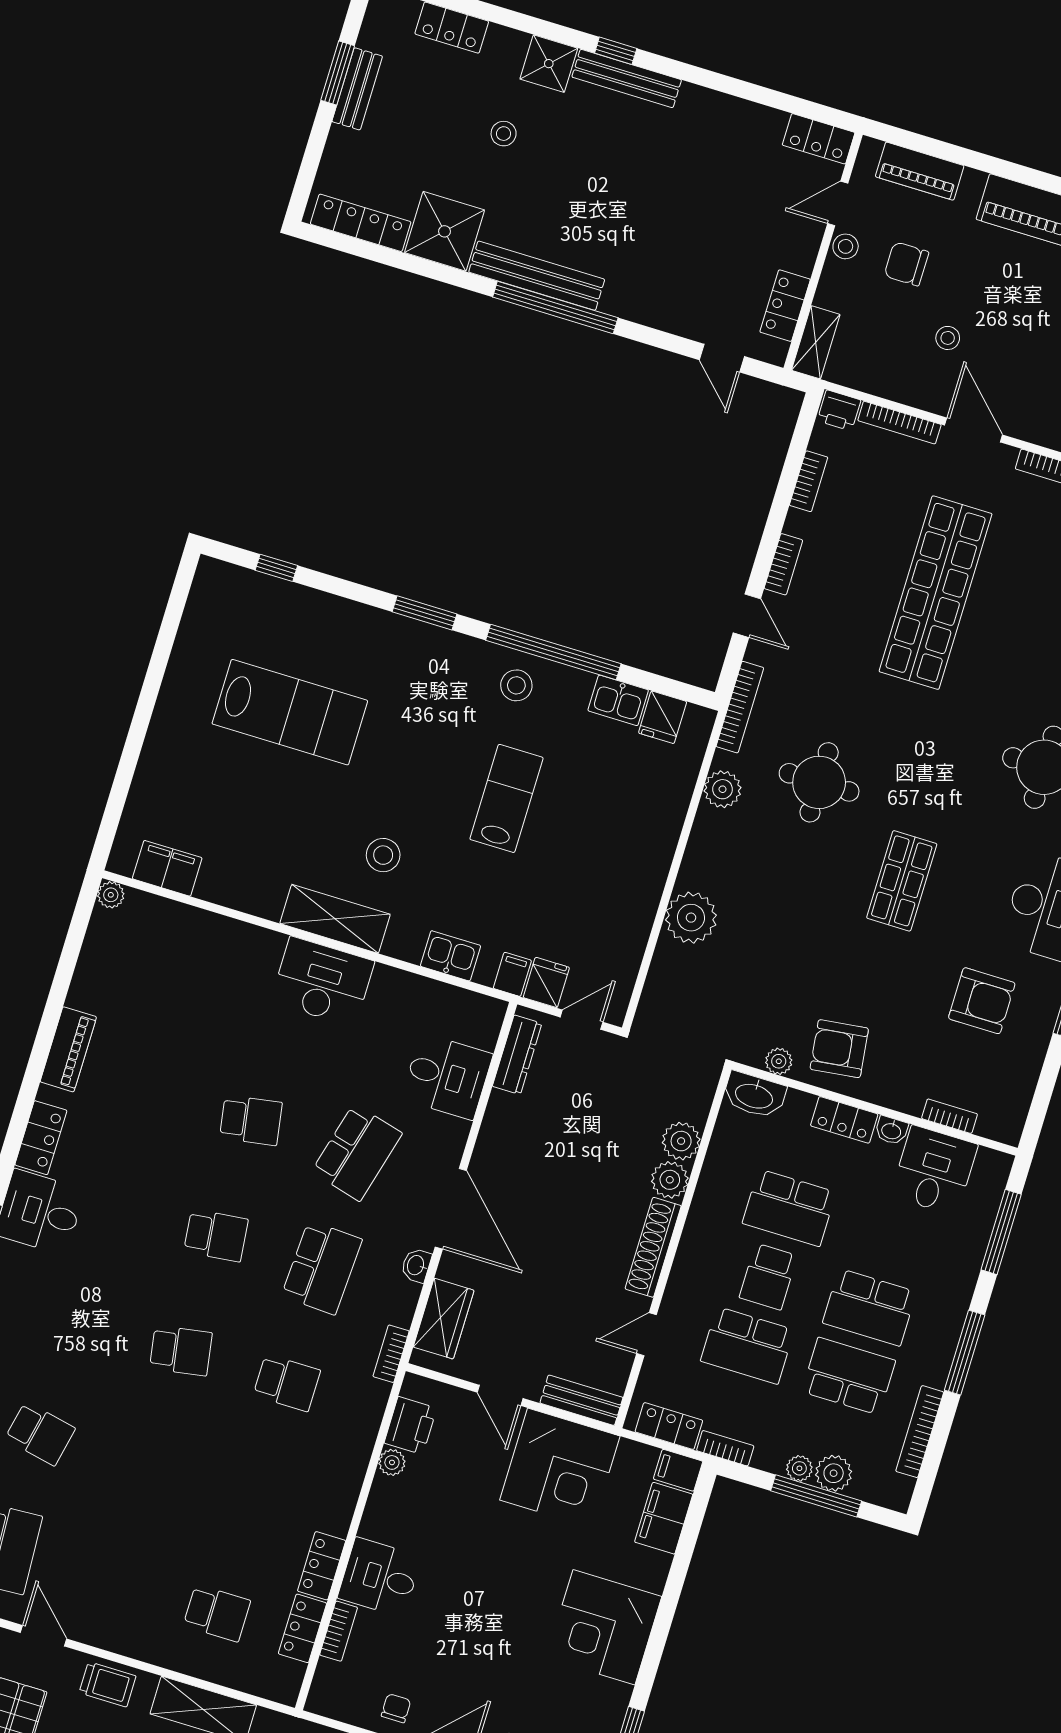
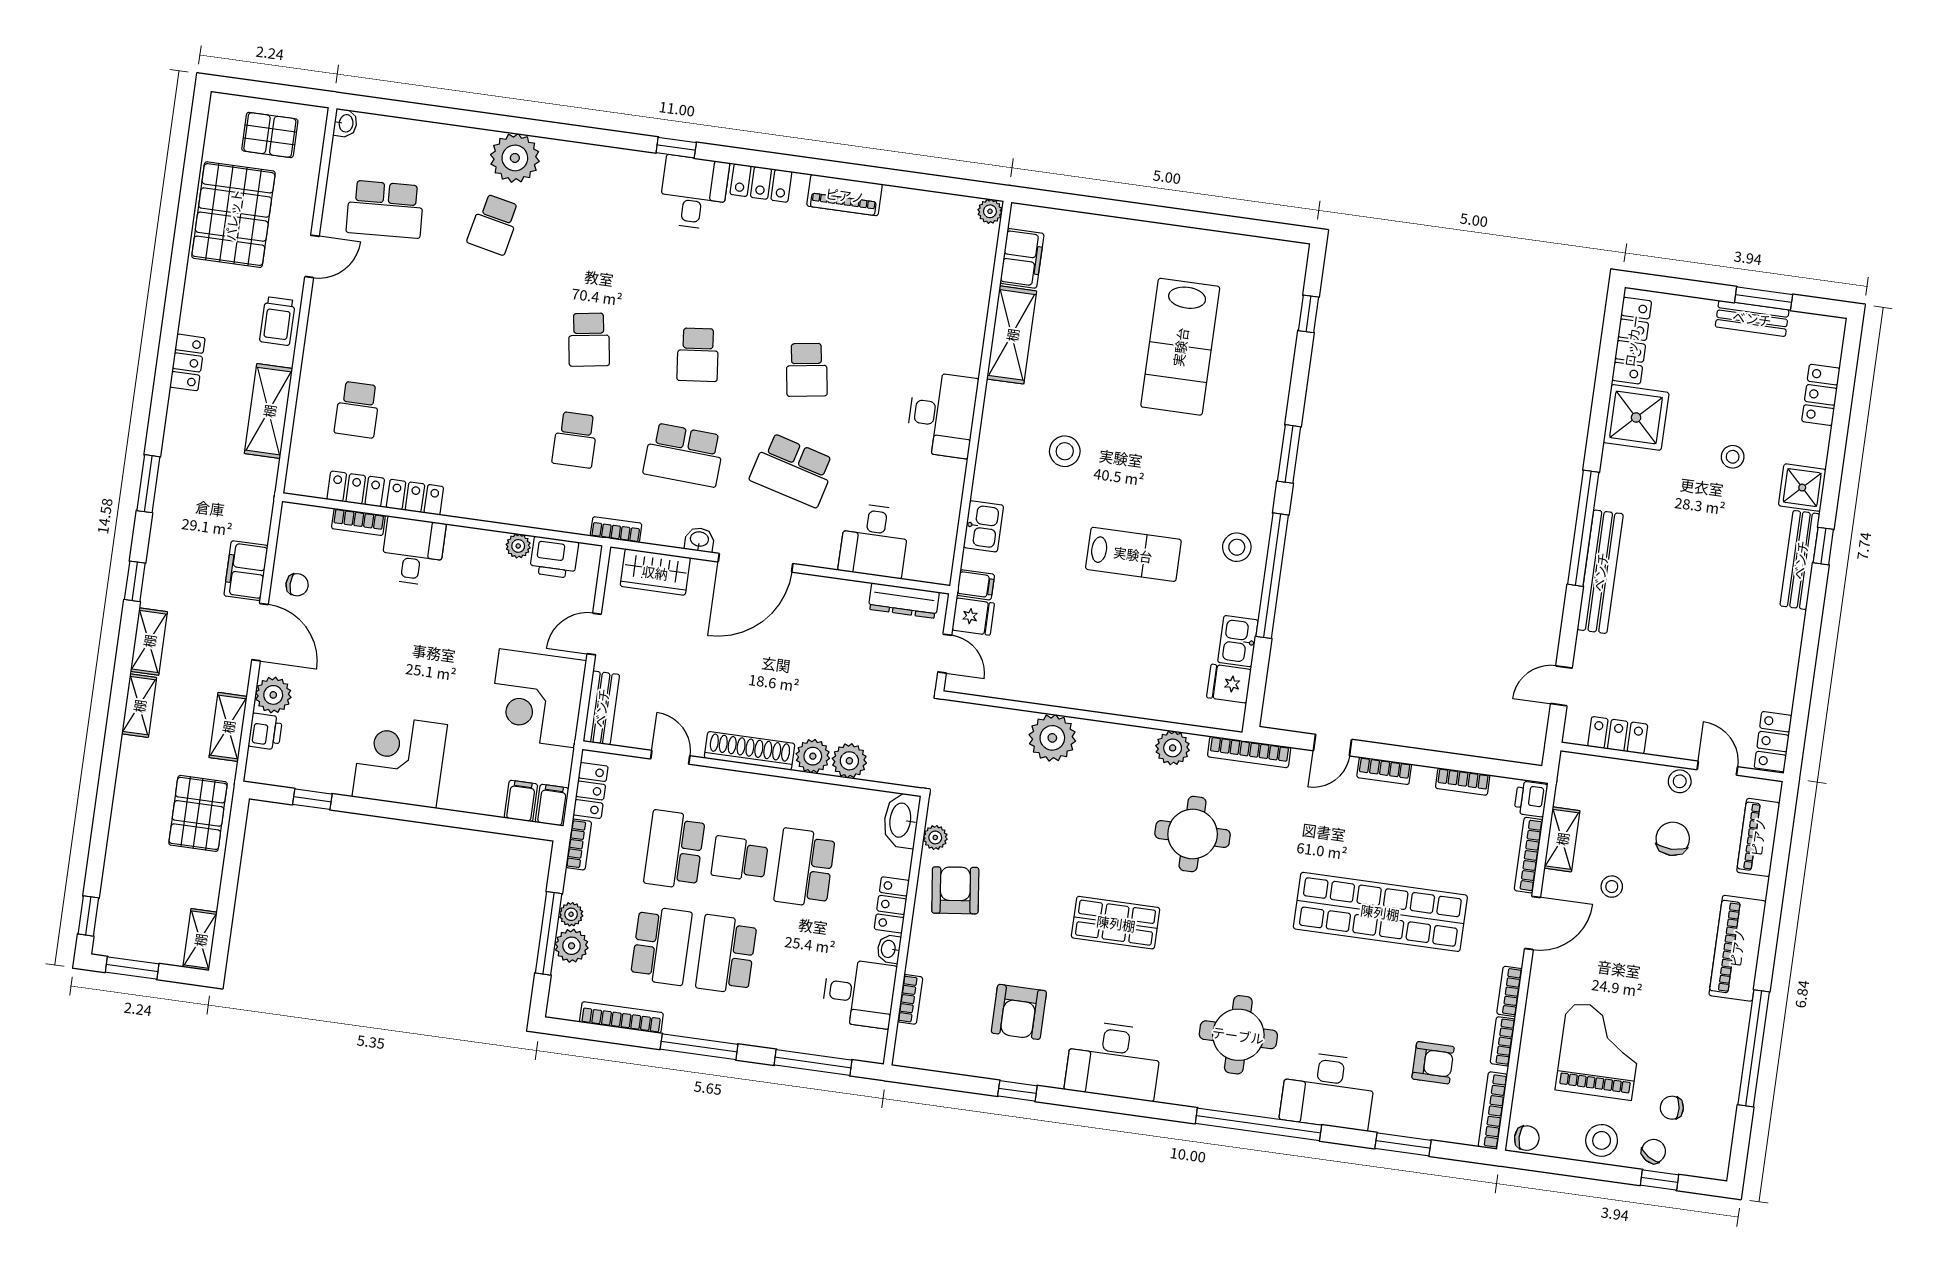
bench: (537, 276) -> (1600, 572), moved
shelving: (816, 342) -> (1562, 839), moved, turned 90
shelving: (335, 919) -> (1012, 335), moved
filing cabinet: (664, 1518) -> (521, 801), width x0.50

